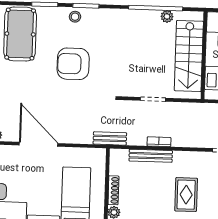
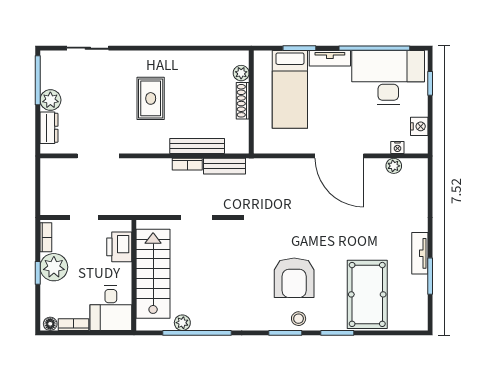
armchair: (73, 64) -> (294, 278), moved, turned 90
bench: (110, 138) -> (224, 166), moved

